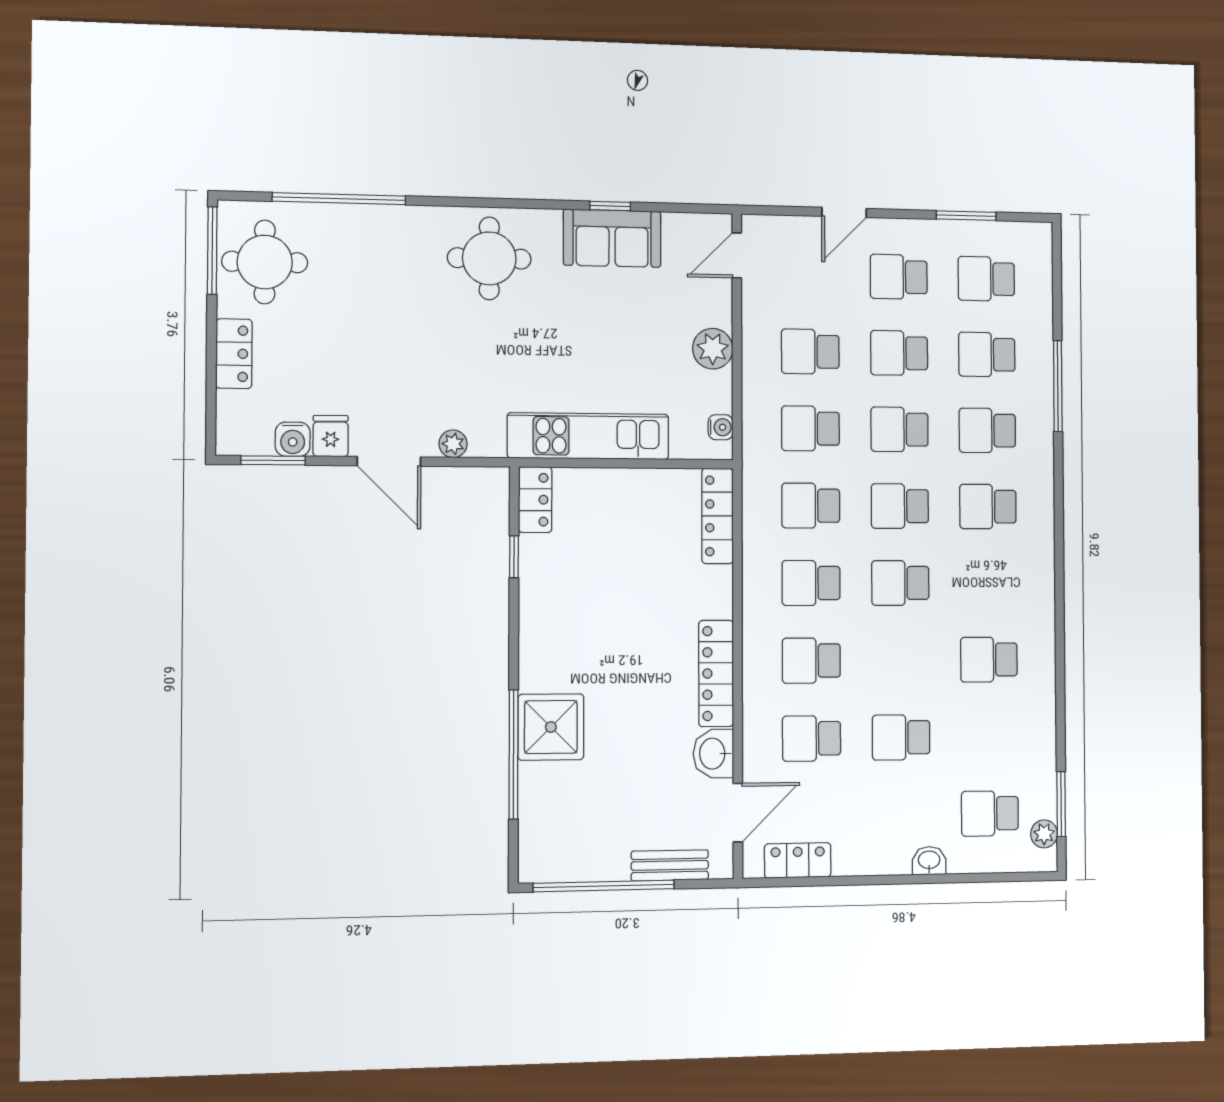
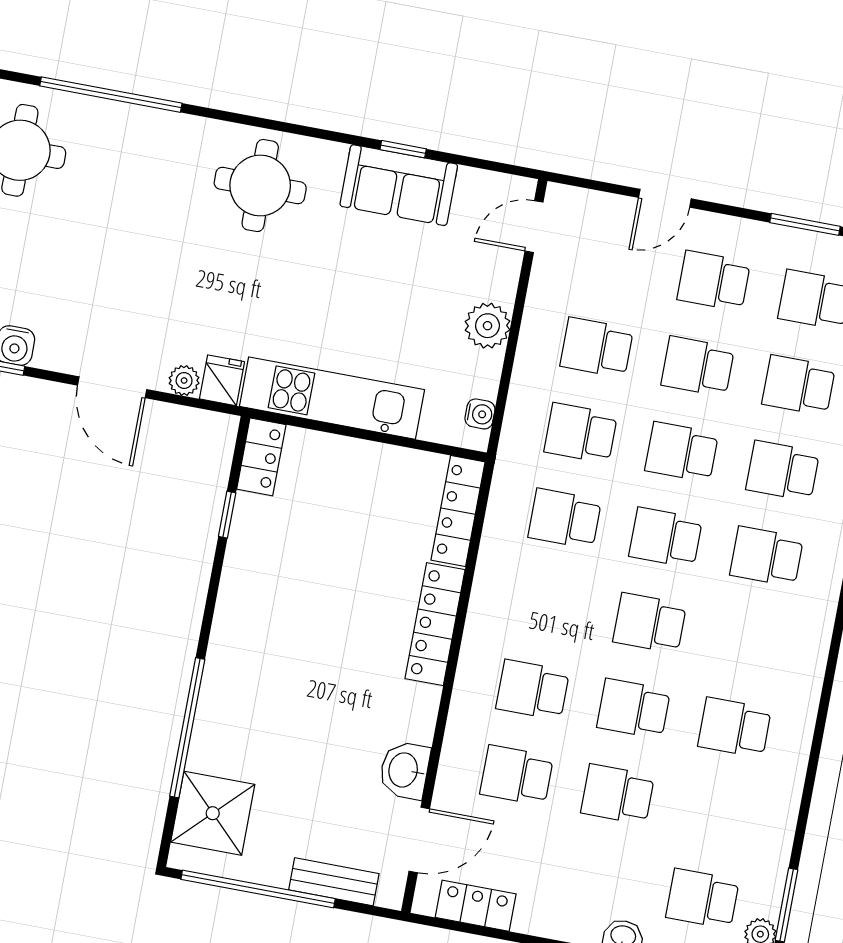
fridge: (331, 436) -> (222, 380), moved
school desk: (811, 583) -> (634, 709), moved
locker: (716, 673) -> (435, 624), moved
shower: (551, 727) -> (213, 813), moved

